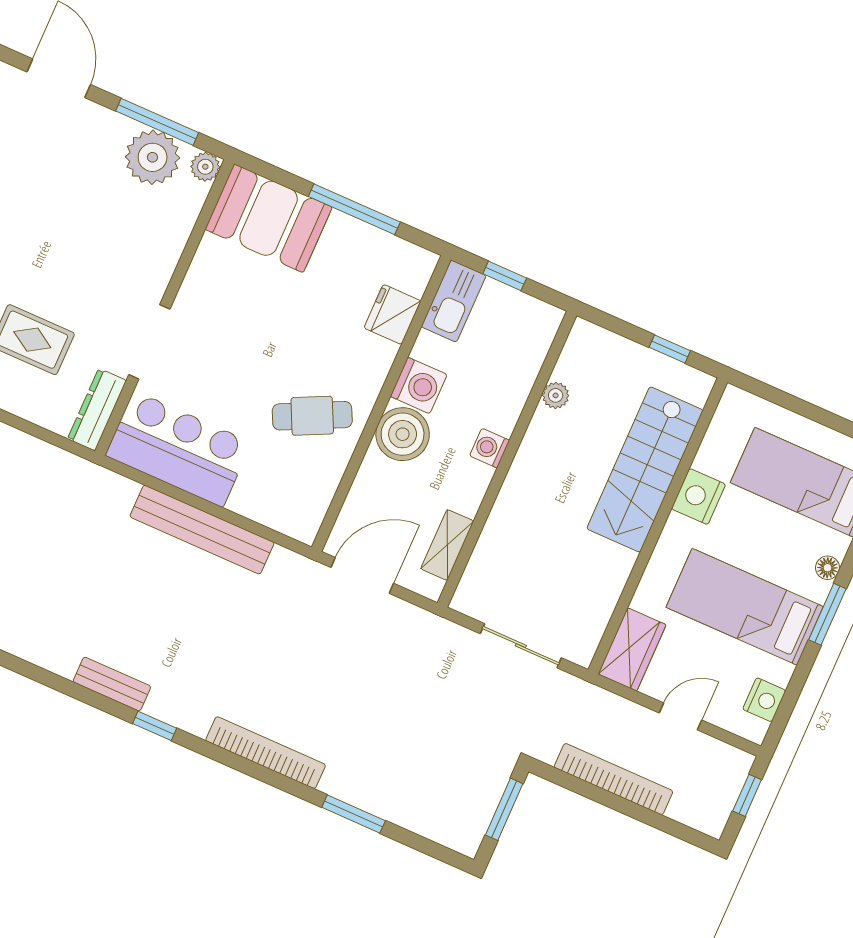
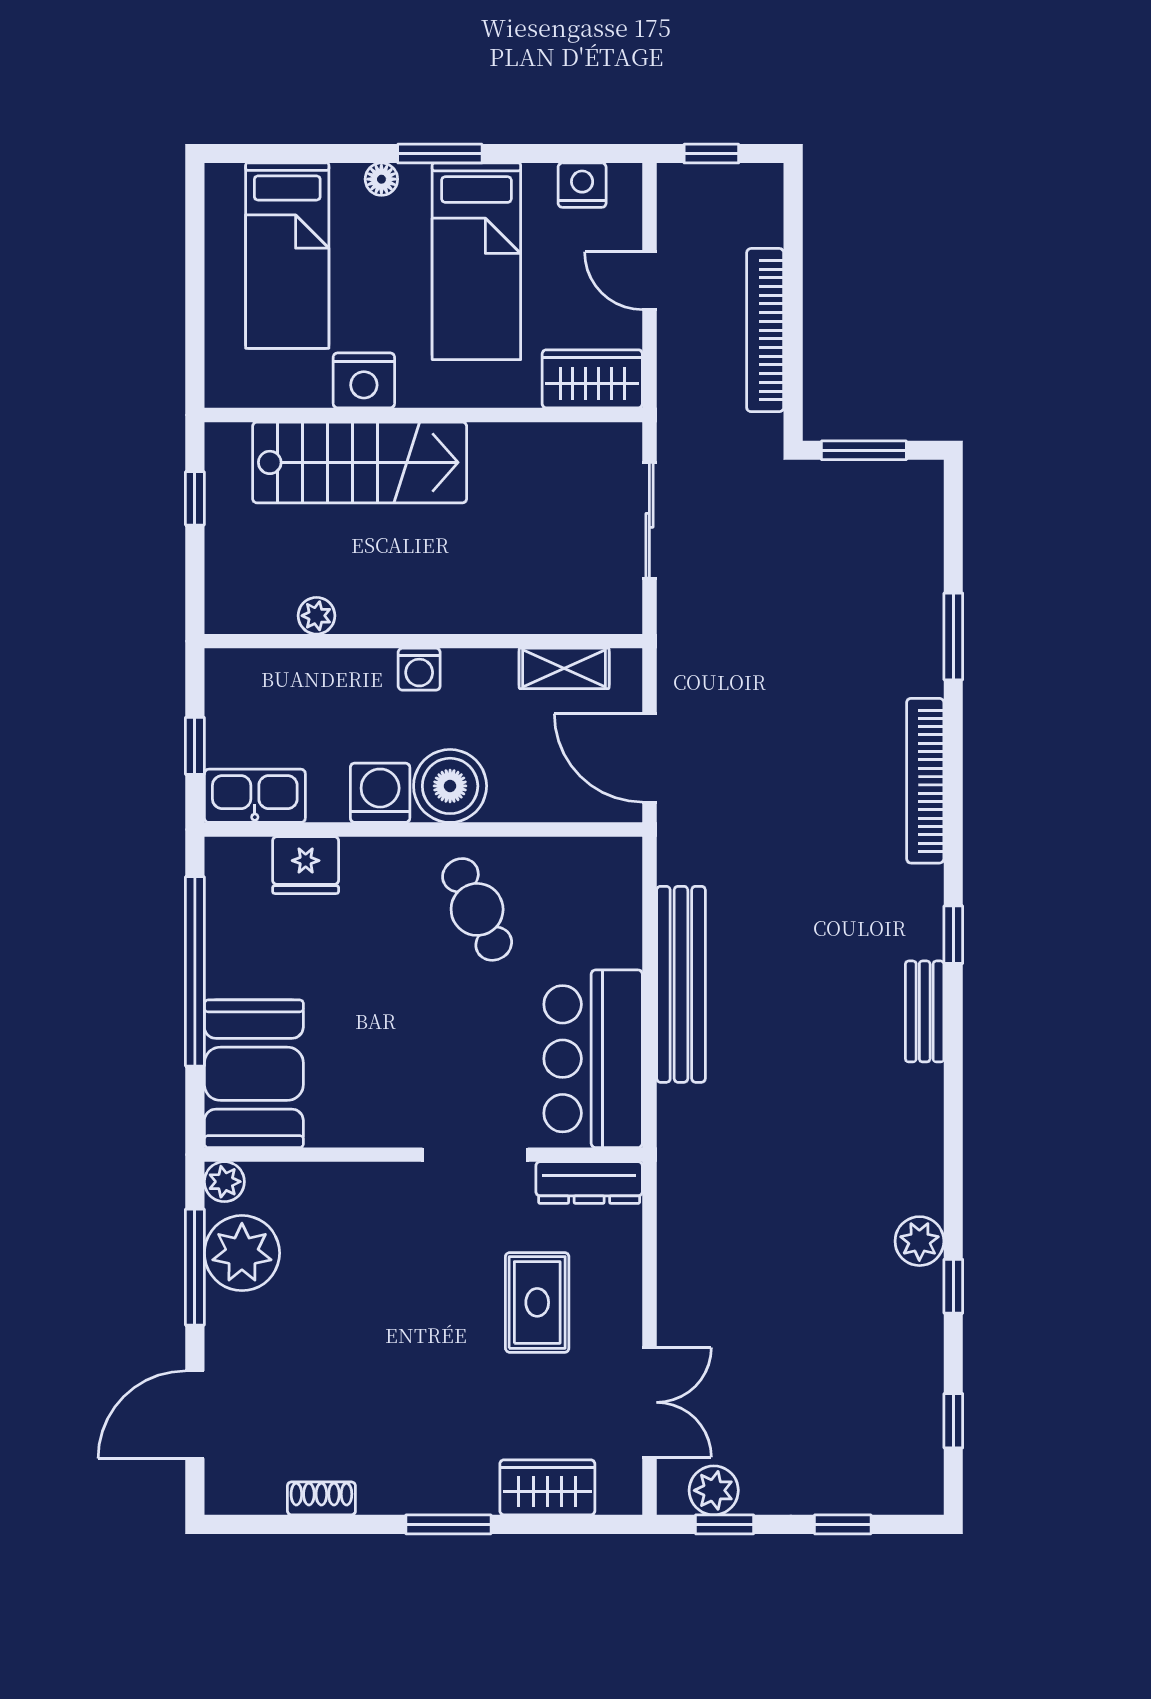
window: (354, 209) -> (195, 971), width x1.46

